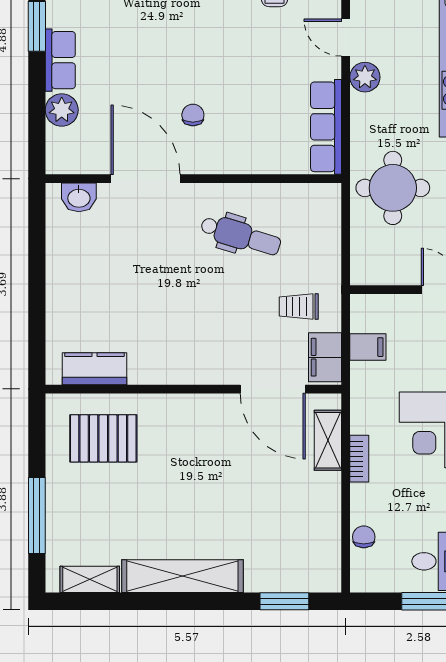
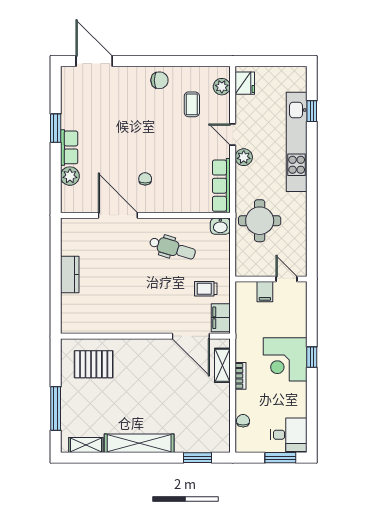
washbasin: (79, 197) -> (220, 226), moved
filing cabinet: (368, 347) -> (265, 292), moved, turned 90
kitchen counter: (95, 369) -> (70, 274), moved, turned 90

